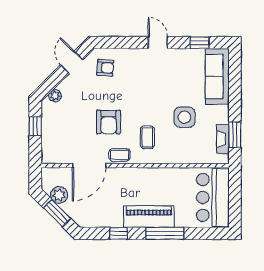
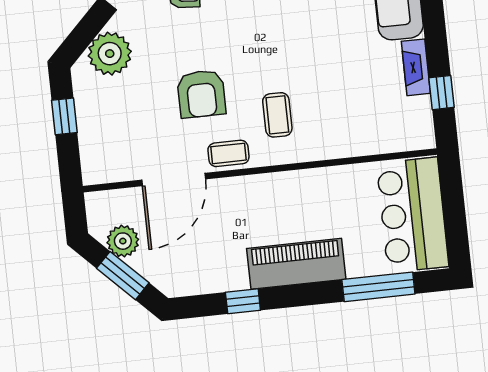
plant: (55, 96) -> (110, 54), width x1.88, depth x1.88
side table: (184, 117) -> (343, 70), removed
window: (235, 135) -> (441, 93), width x0.67
fireplace: (223, 139) -> (416, 67), moved
window: (165, 233) -> (378, 287), moved

